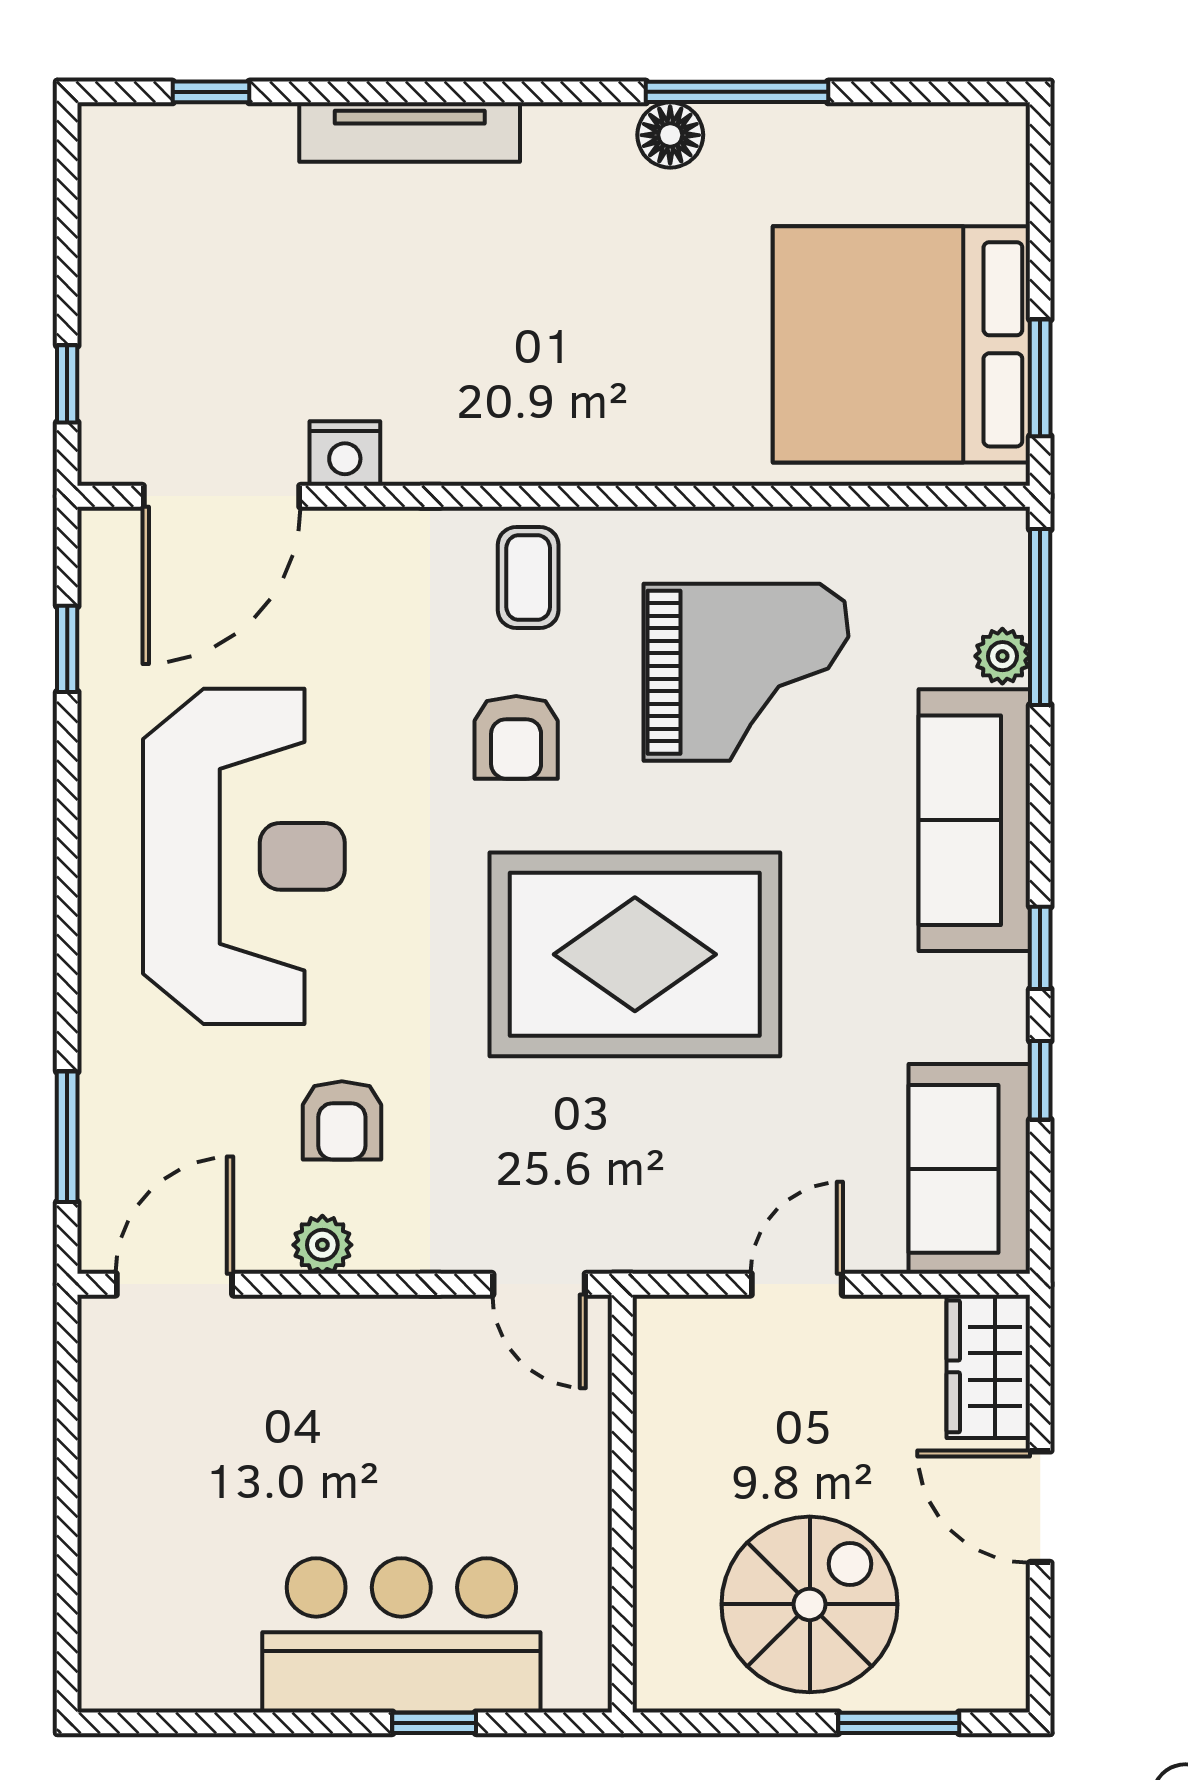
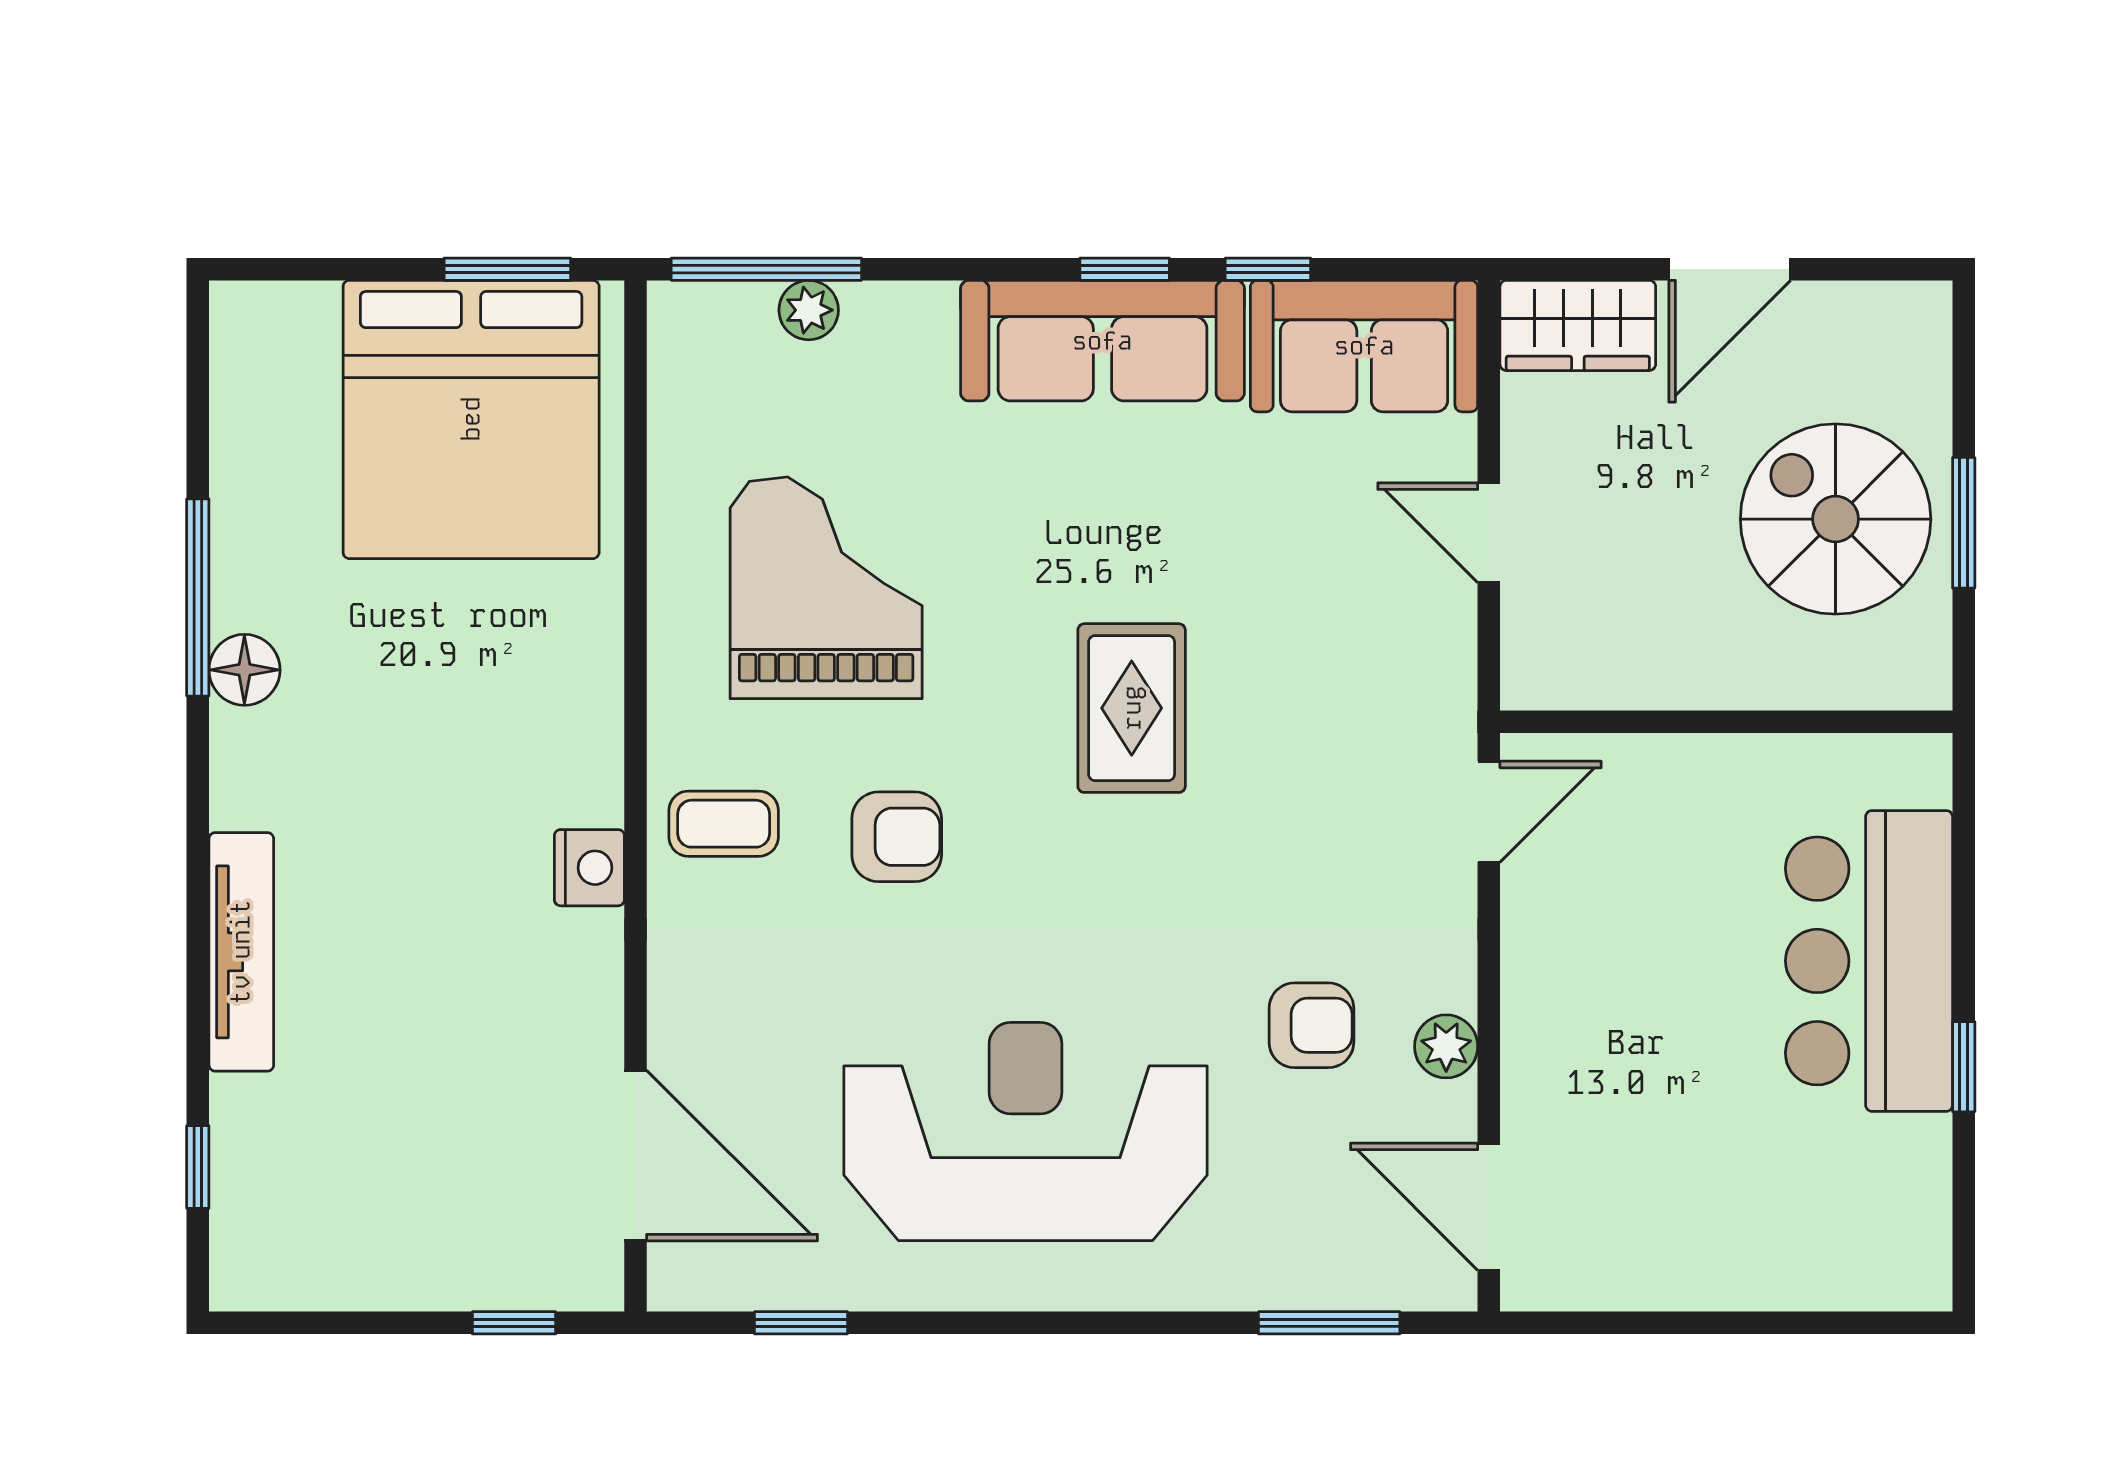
nightstand: (345, 454) -> (589, 868), moved
sofa: (974, 820) -> (1102, 341), moved
rug: (635, 954) -> (1132, 708), width x0.54, depth x0.49
window: (434, 1723) -> (1964, 1067), moved
window: (899, 1723) -> (1964, 523), moved

